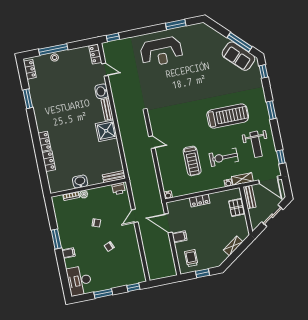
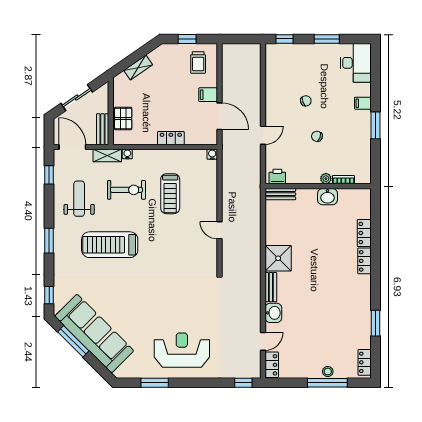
sofa: (238, 56) -> (94, 333), width x1.85, depth x1.27
door: (105, 70) -> (263, 341), swing flipped
treadmill: (192, 161) -> (170, 194), turned 180

